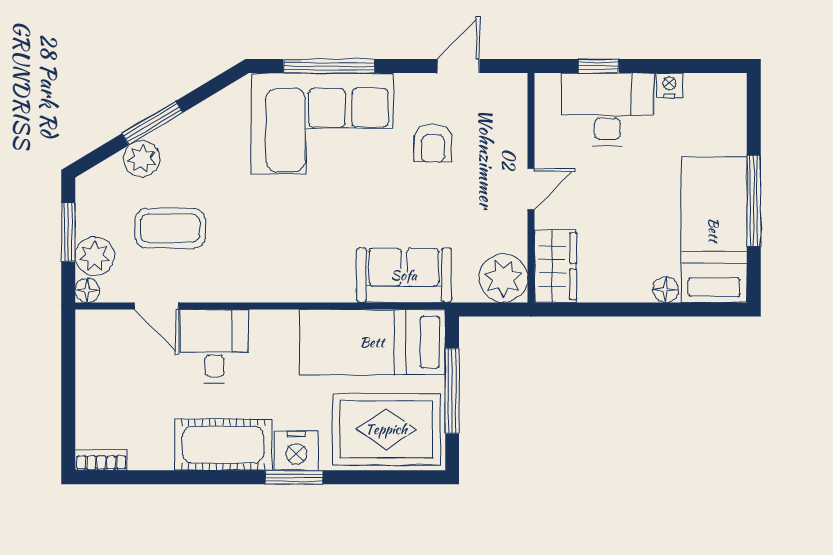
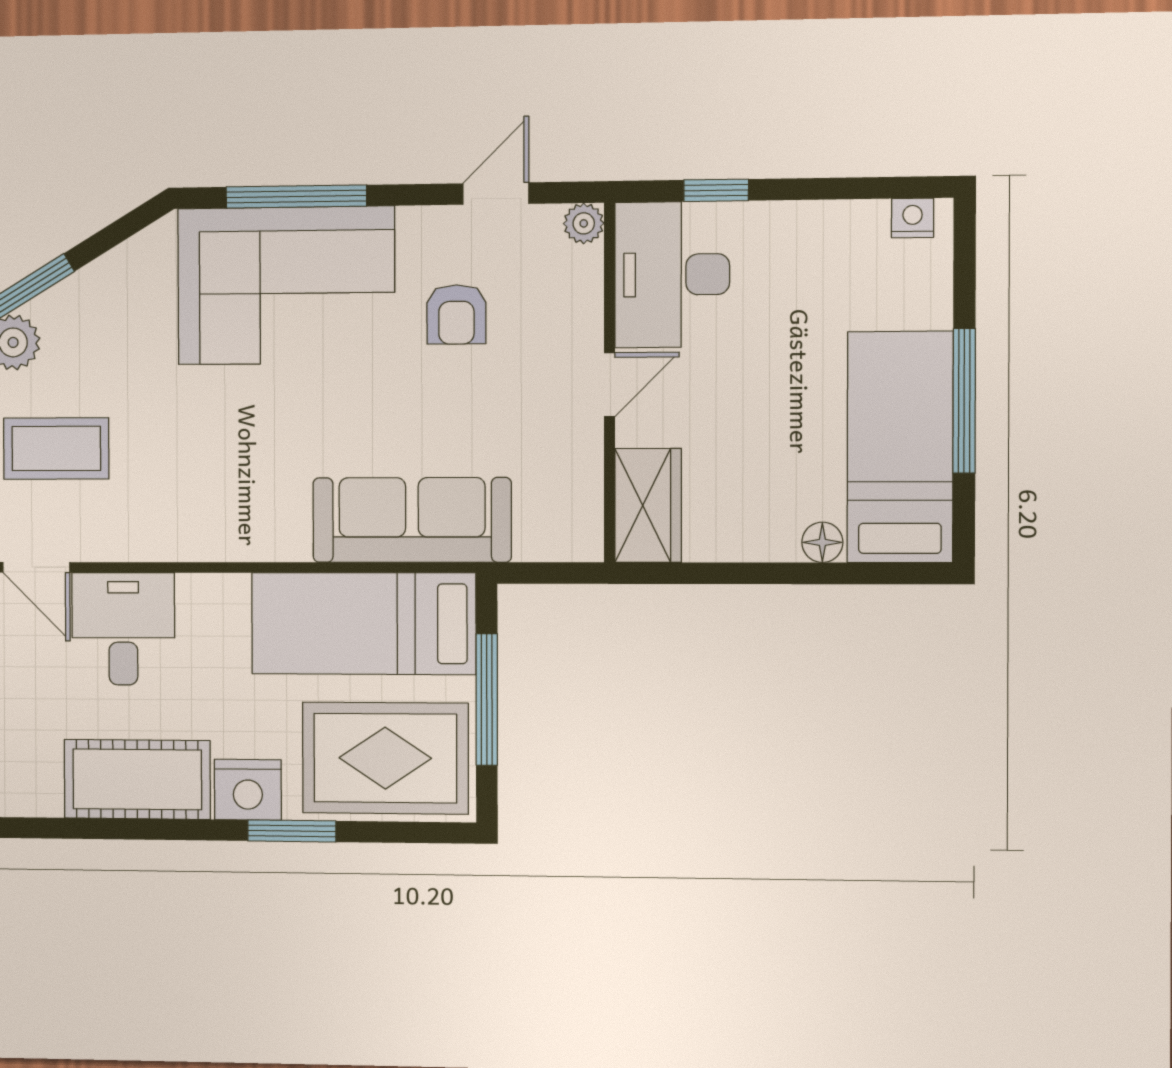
nightstand: (669, 85) -> (913, 218), moved
desk: (607, 109) -> (672, 275), moved, turned -90
sofa: (404, 275) -> (412, 520), width x1.36
plant: (503, 278) -> (584, 223), moved, width x0.53, depth x0.53
window: (294, 477) -> (292, 831), moved

